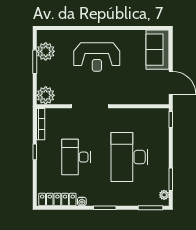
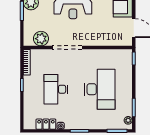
plant: (46, 95) -> (41, 39), moved
desk: (130, 157) -> (100, 89), turned 180
locker: (57, 199) -> (46, 124), width x0.66

